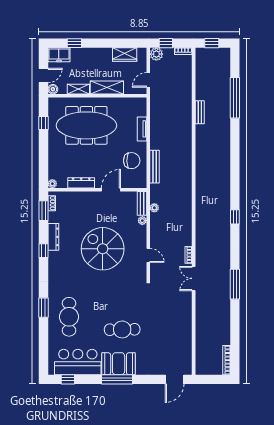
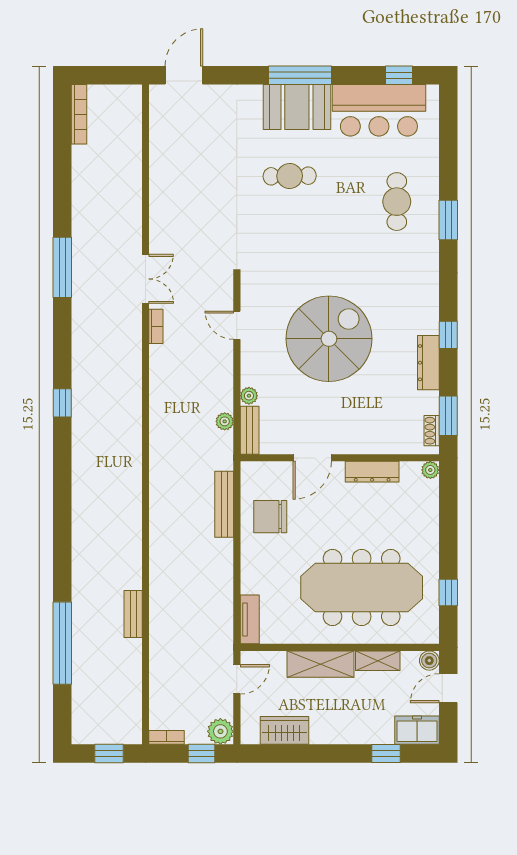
tv unit: (142, 129) -> (250, 619), moved
spiral stairs: (103, 249) -> (329, 339), turned -90
cafe table: (69, 317) -> (397, 202), width x0.73, depth x0.74
cafe table: (122, 329) -> (290, 176), width x0.73, depth x0.74

